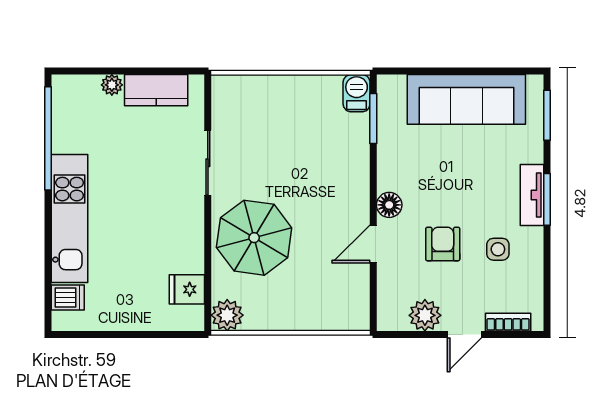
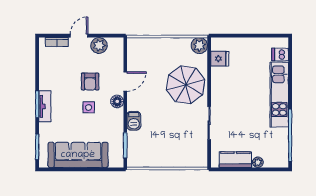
barbecue: (357, 93) -> (134, 121), moved
side table: (498, 249) -> (89, 107), moved

